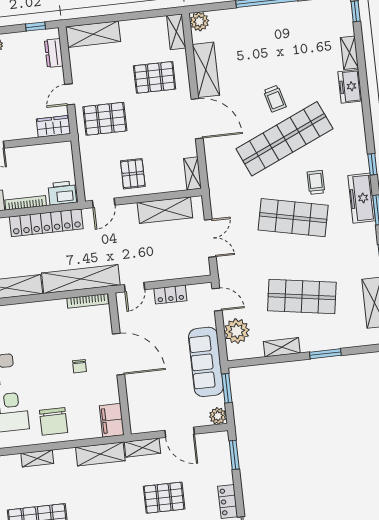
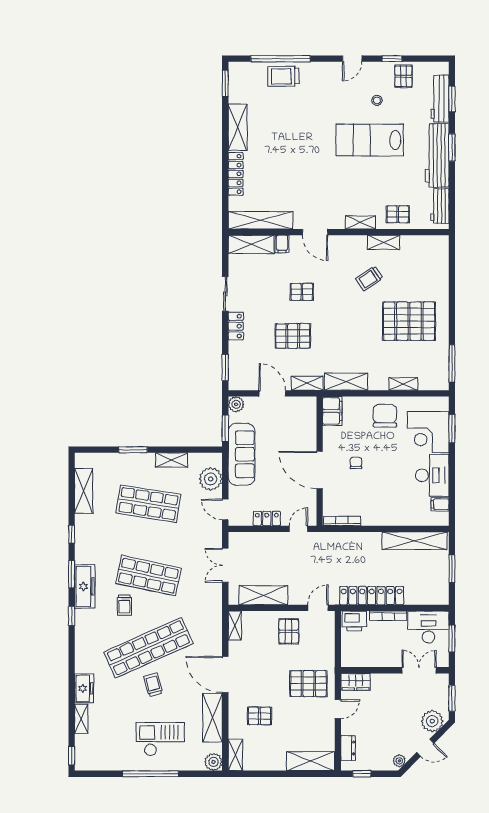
checkout: (261, 40) -> (160, 739), added
pallet: (155, 77) -> (259, 716), width x0.67, depth x0.71
shelving: (81, 279) -> (346, 541), removed

